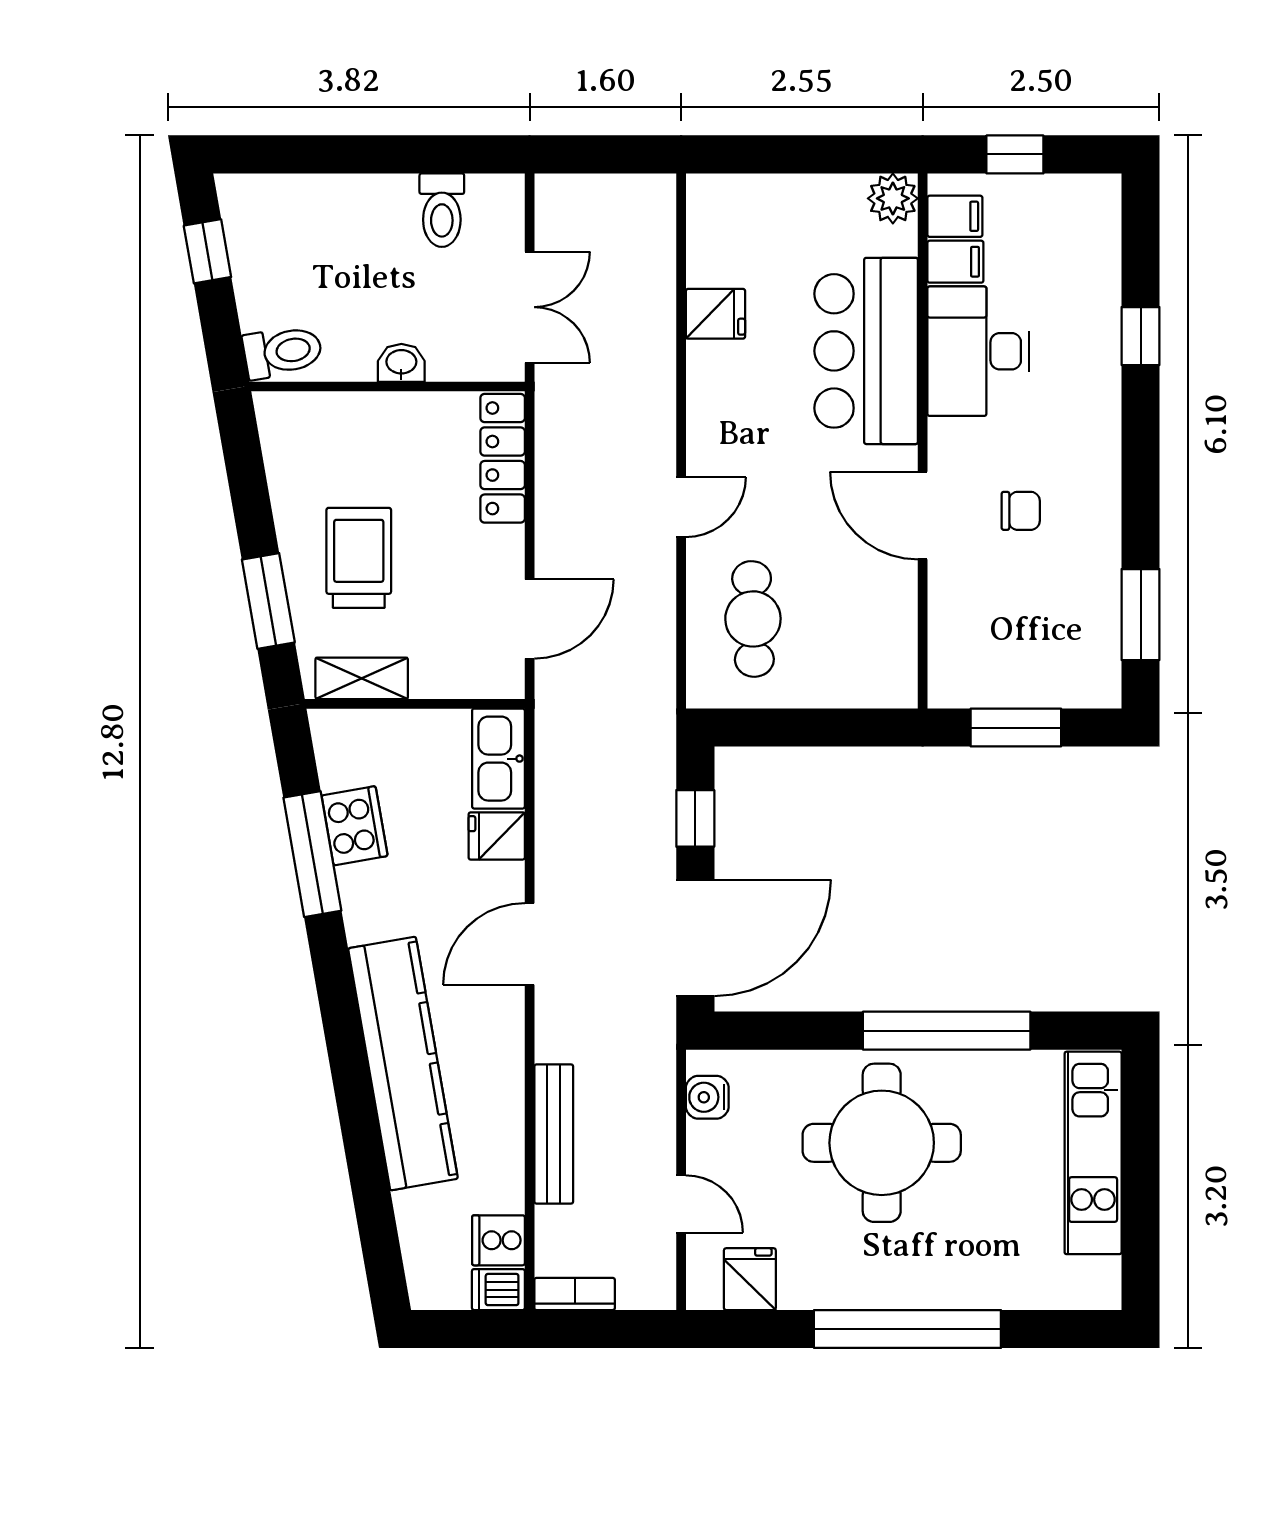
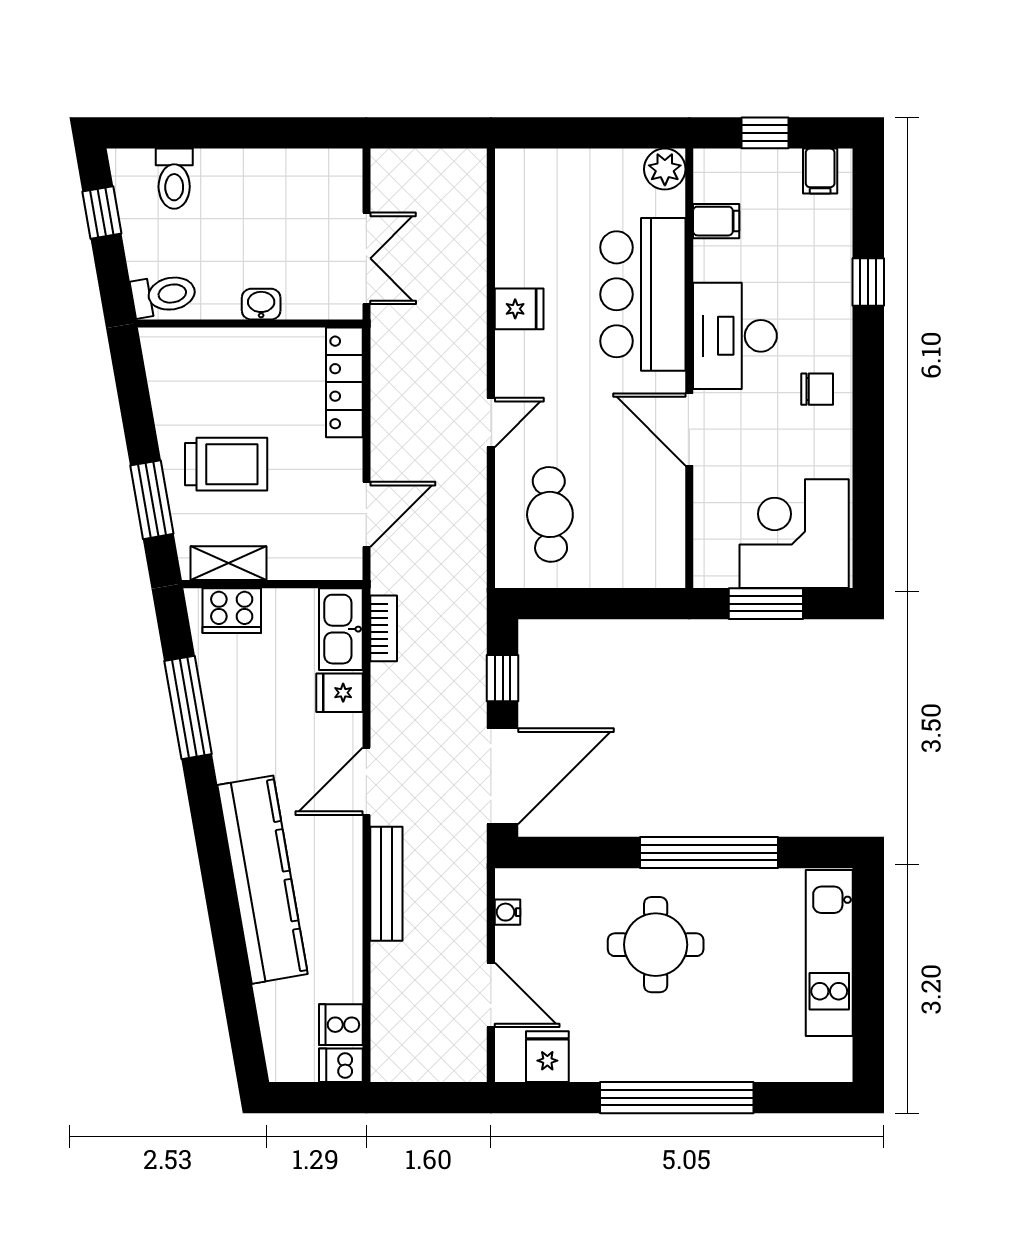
toilet: (442, 210) -> (174, 179), moved
filing cabinet: (955, 216) -> (820, 171), moved, turned 90
fridge: (715, 314) -> (519, 309), moved
desk: (978, 351) -> (735, 336), moved
chair: (1021, 511) -> (817, 389), moved
trolley: (359, 558) -> (226, 464), turned 90
window: (1141, 615) -> (868, 511), removed
corner desk: (1050, 642) -> (794, 534), added
cooker: (355, 826) -> (232, 611), moved, turned 100
water cooler: (707, 1097) -> (508, 912), width x0.72, depth x0.72
bench: (554, 1134) -> (386, 884), moved
round table: (882, 1143) -> (656, 945), width x0.73, depth x0.73
door: (681, 1204) -> (491, 995), width x1.38
bookcase: (575, 1294) -> (384, 628), moved, turned 90

